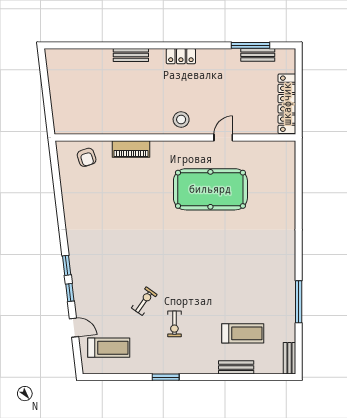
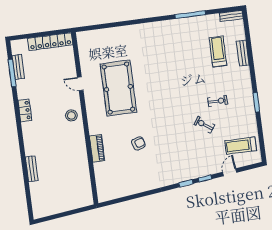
bench: (131, 55) -> (32, 169), moved
locker: (181, 56) -> (25, 110), moved
armchair: (87, 157) -> (138, 143), moved
treadmill: (109, 348) -> (241, 146), turned -90

